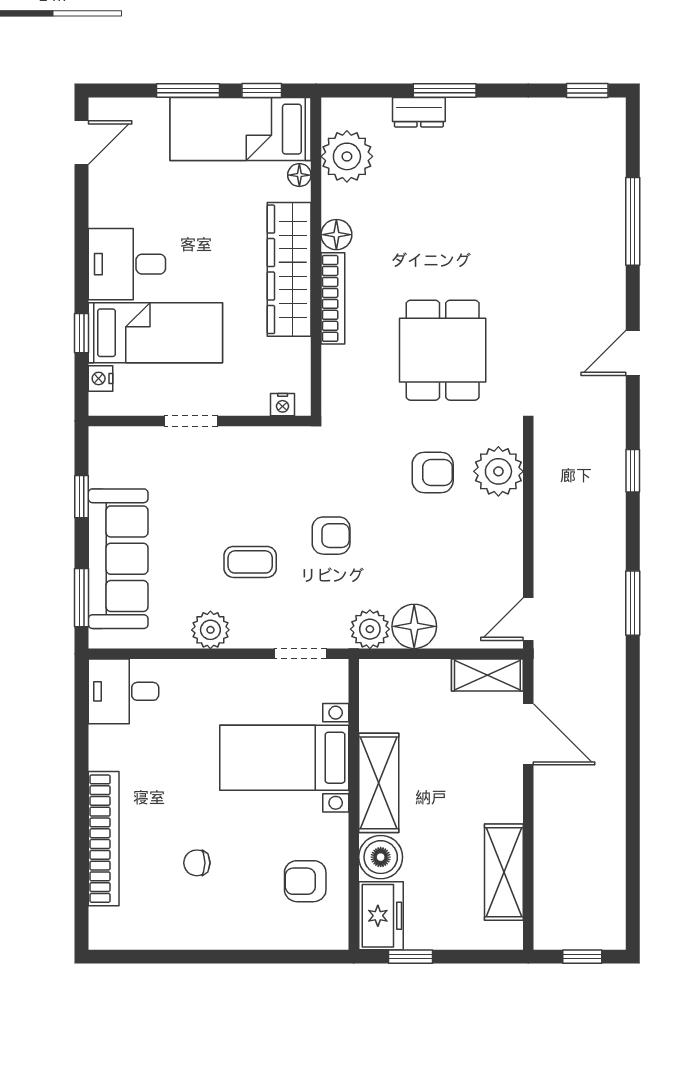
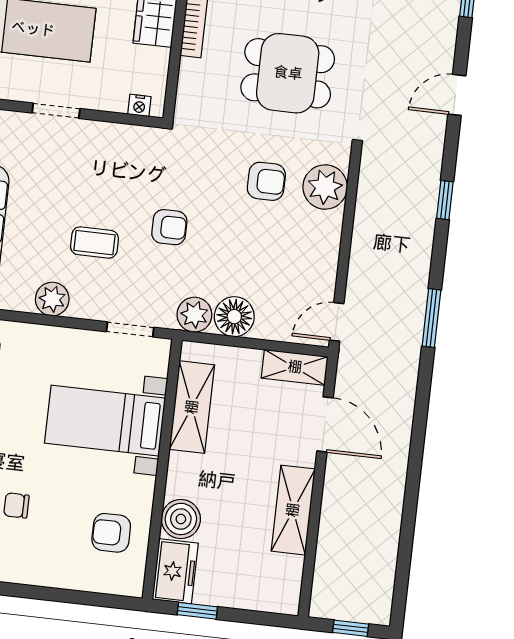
dining table: (443, 350) -> (288, 73), turned 90
shelving: (379, 783) -> (192, 407), moved
shelving: (504, 872) -> (293, 510), moved

